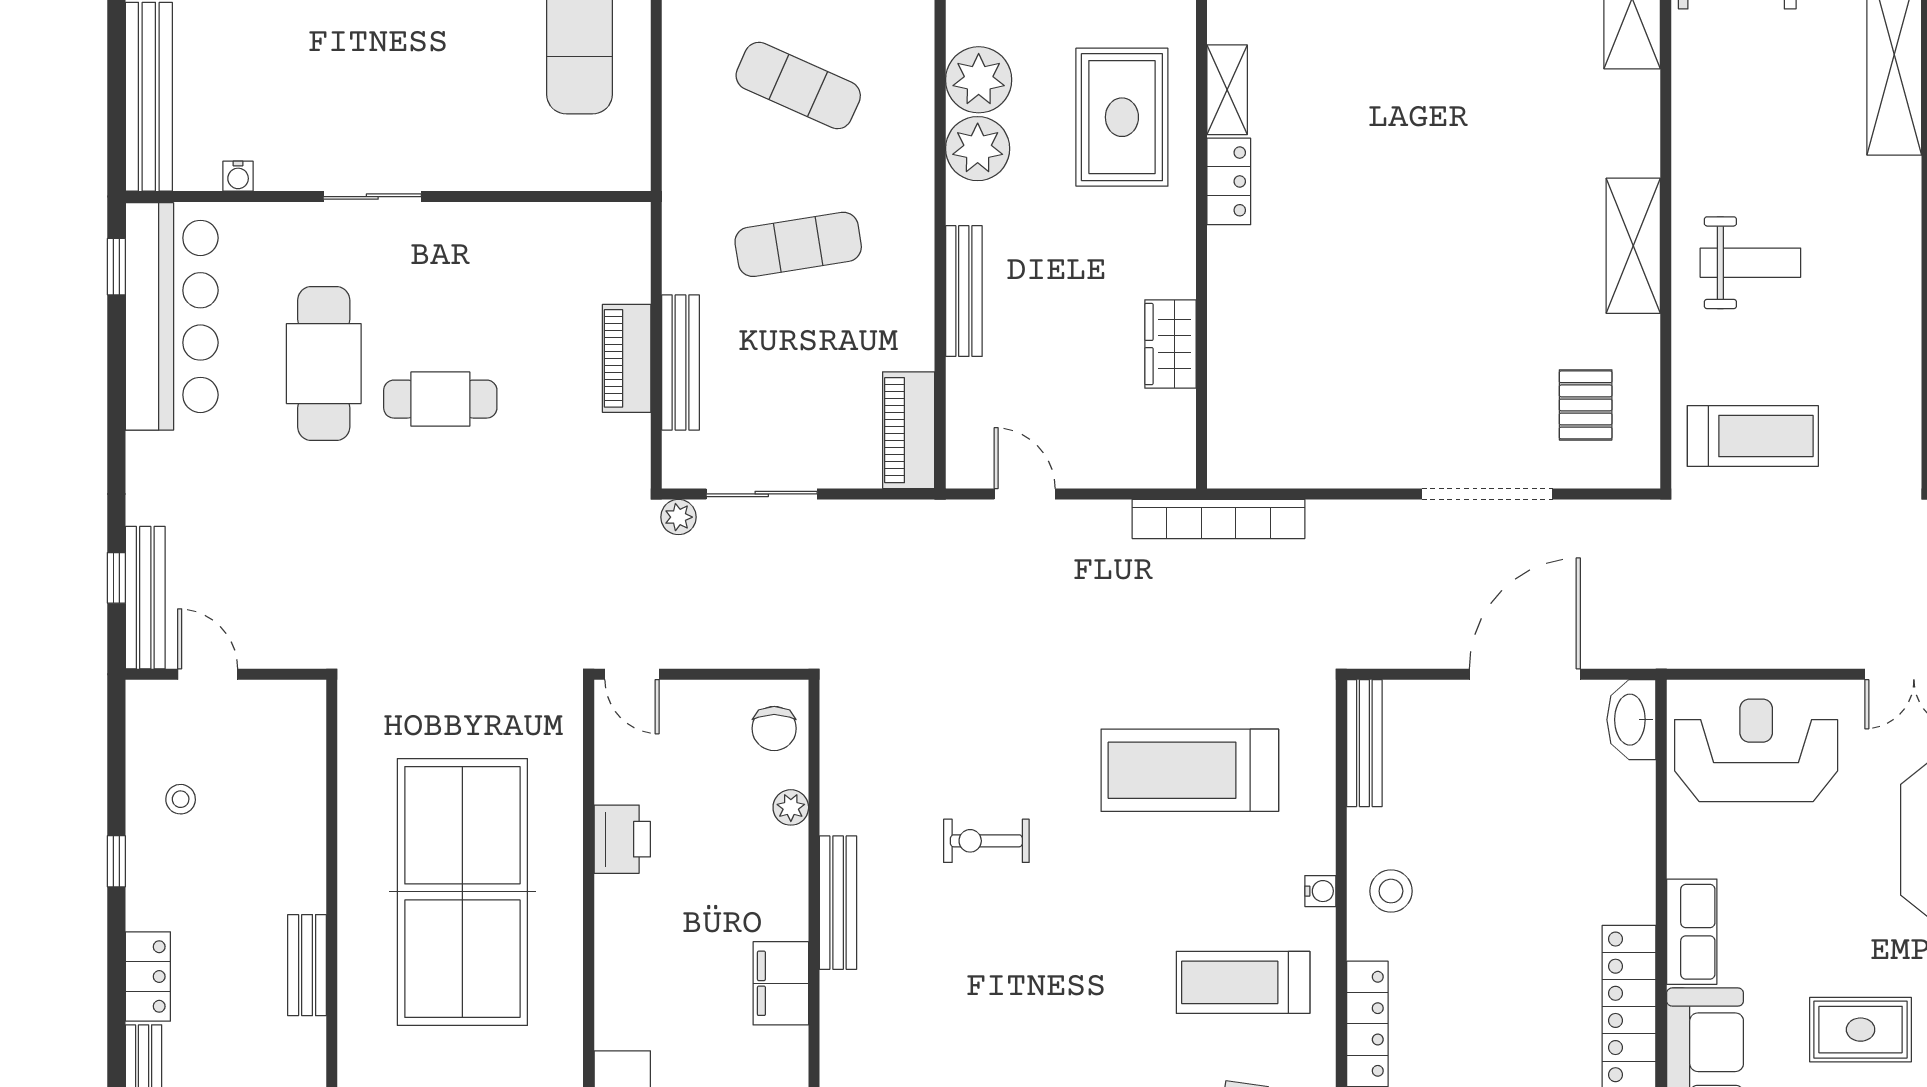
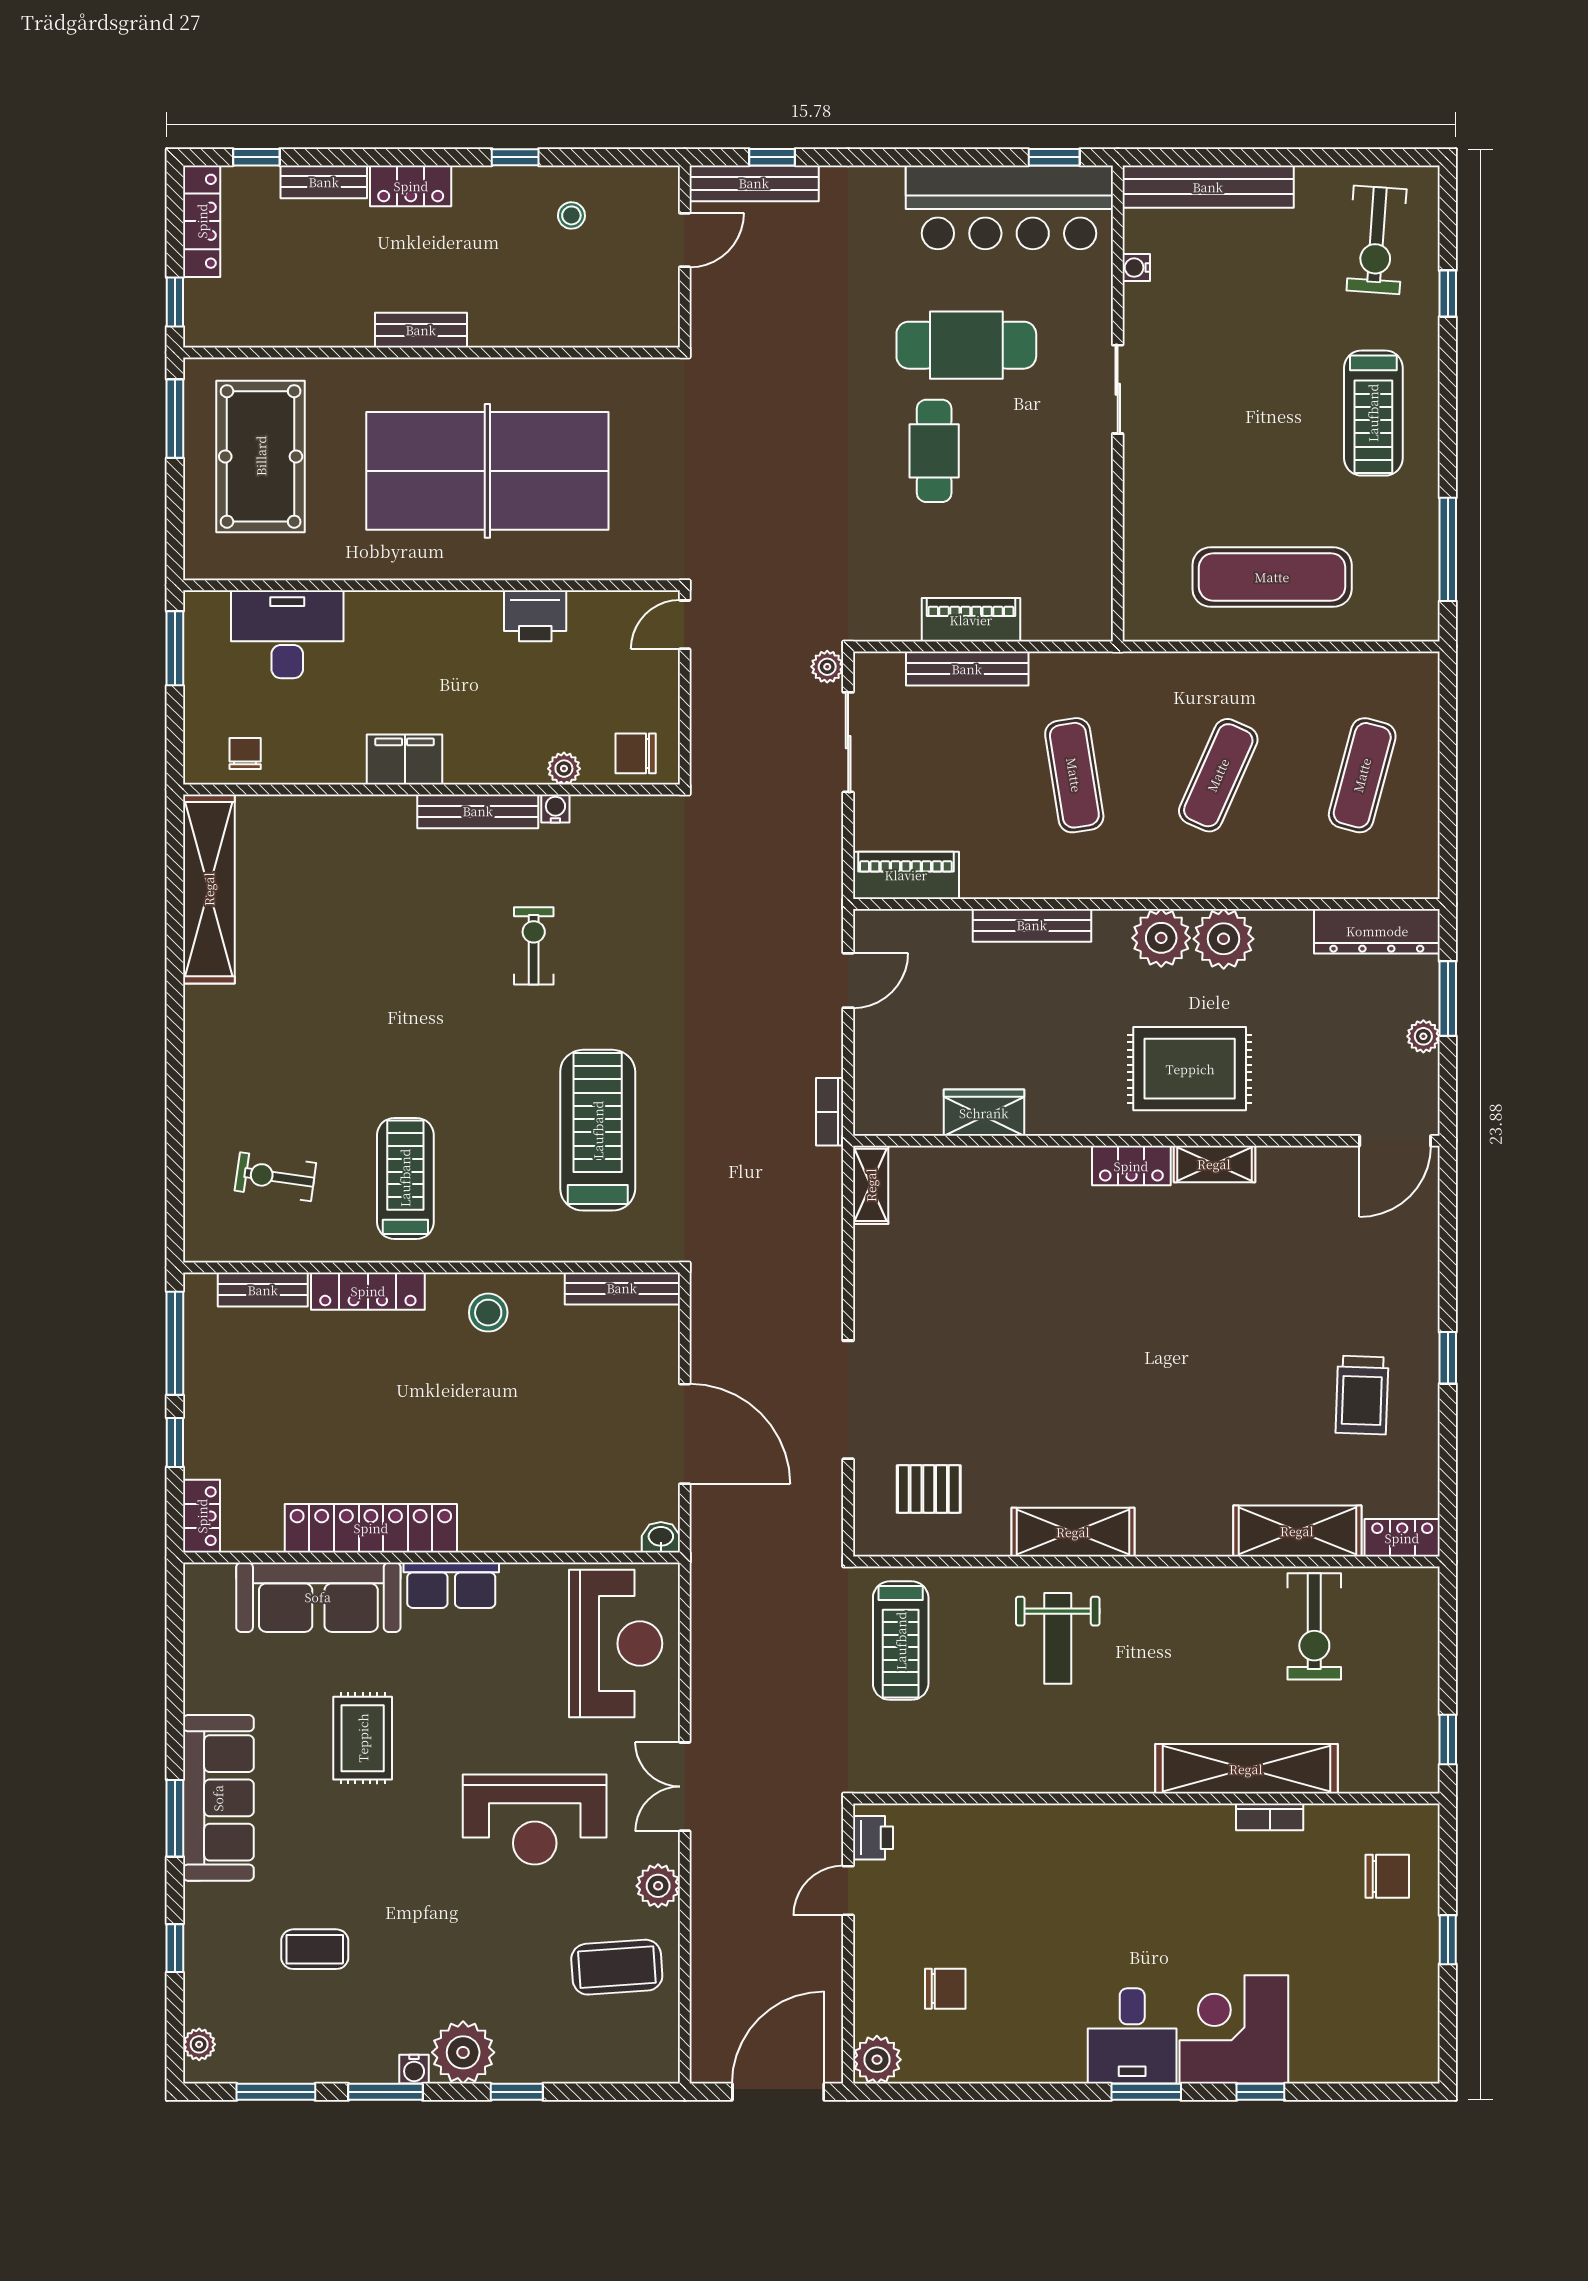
shelving: (1250, 469) -> (871, 1185), added
bookcase: (1219, 519) -> (830, 1112), width x0.43, depth x0.76
washbasin: (1631, 720) -> (661, 1537), width x0.52, depth x0.69
water cooler: (1320, 891) -> (555, 808), moved, turned 180

